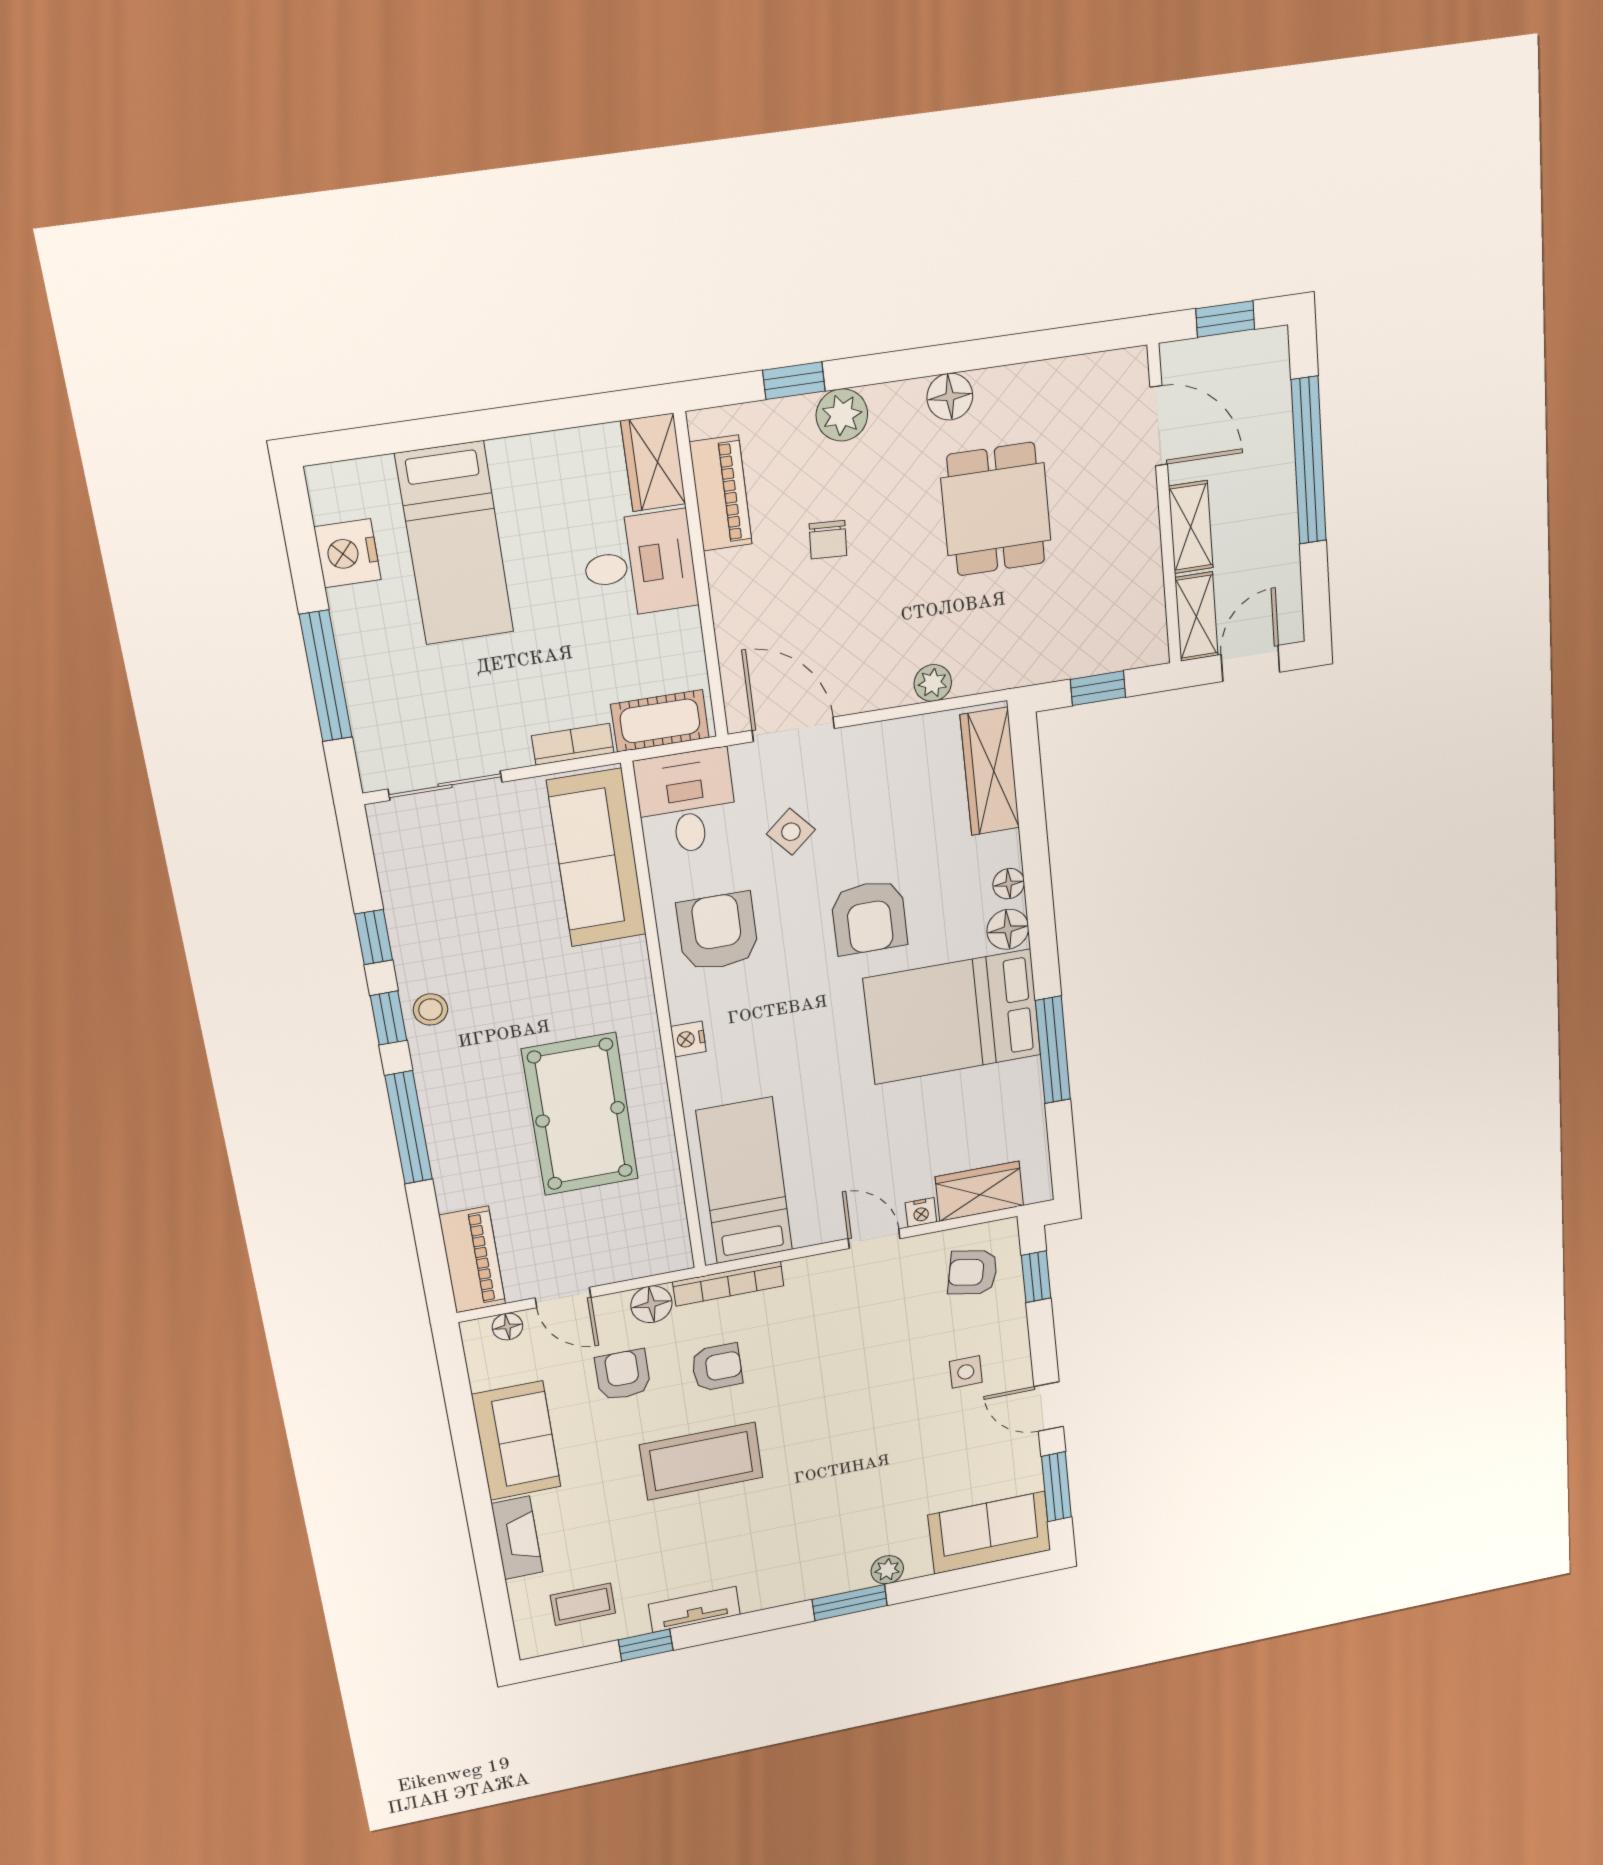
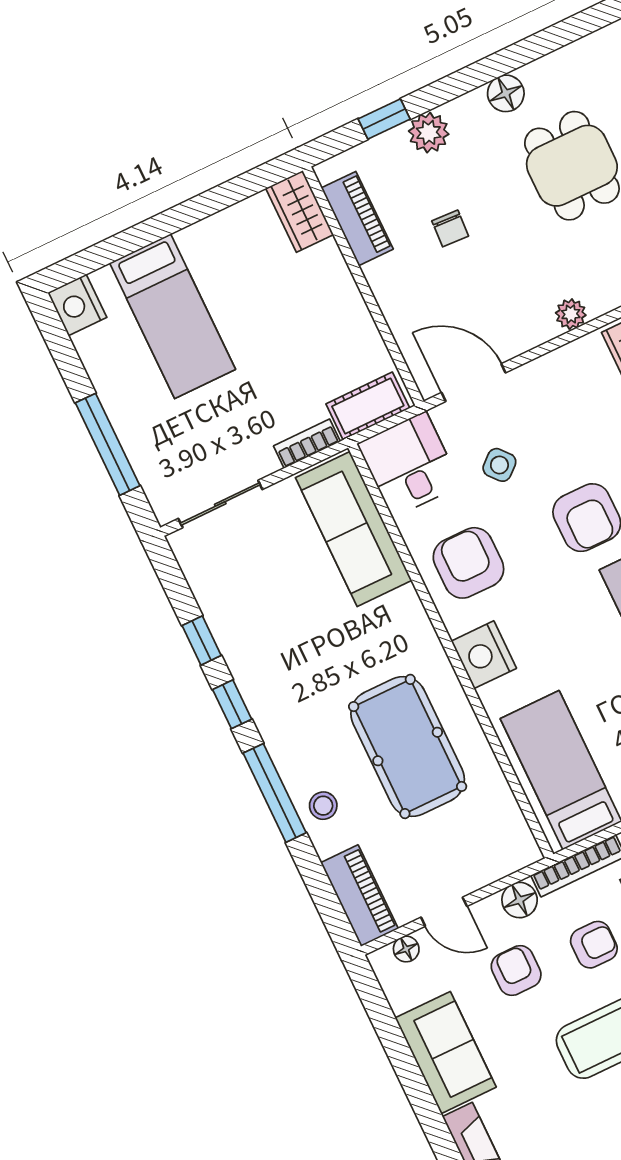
nightstand: (348, 553) -> (77, 305), moved
desk: (639, 565) -> (314, 291), removed
stool: (430, 1009) -> (323, 806), moved
nightstand: (688, 1039) -> (484, 655), width x1.89, depth x1.79

